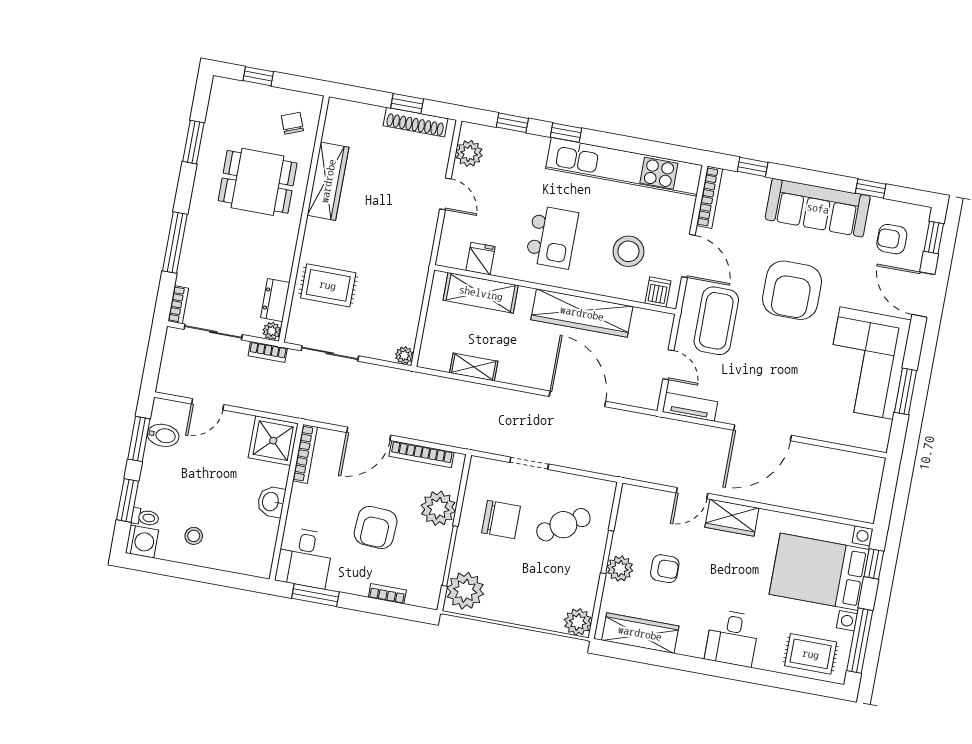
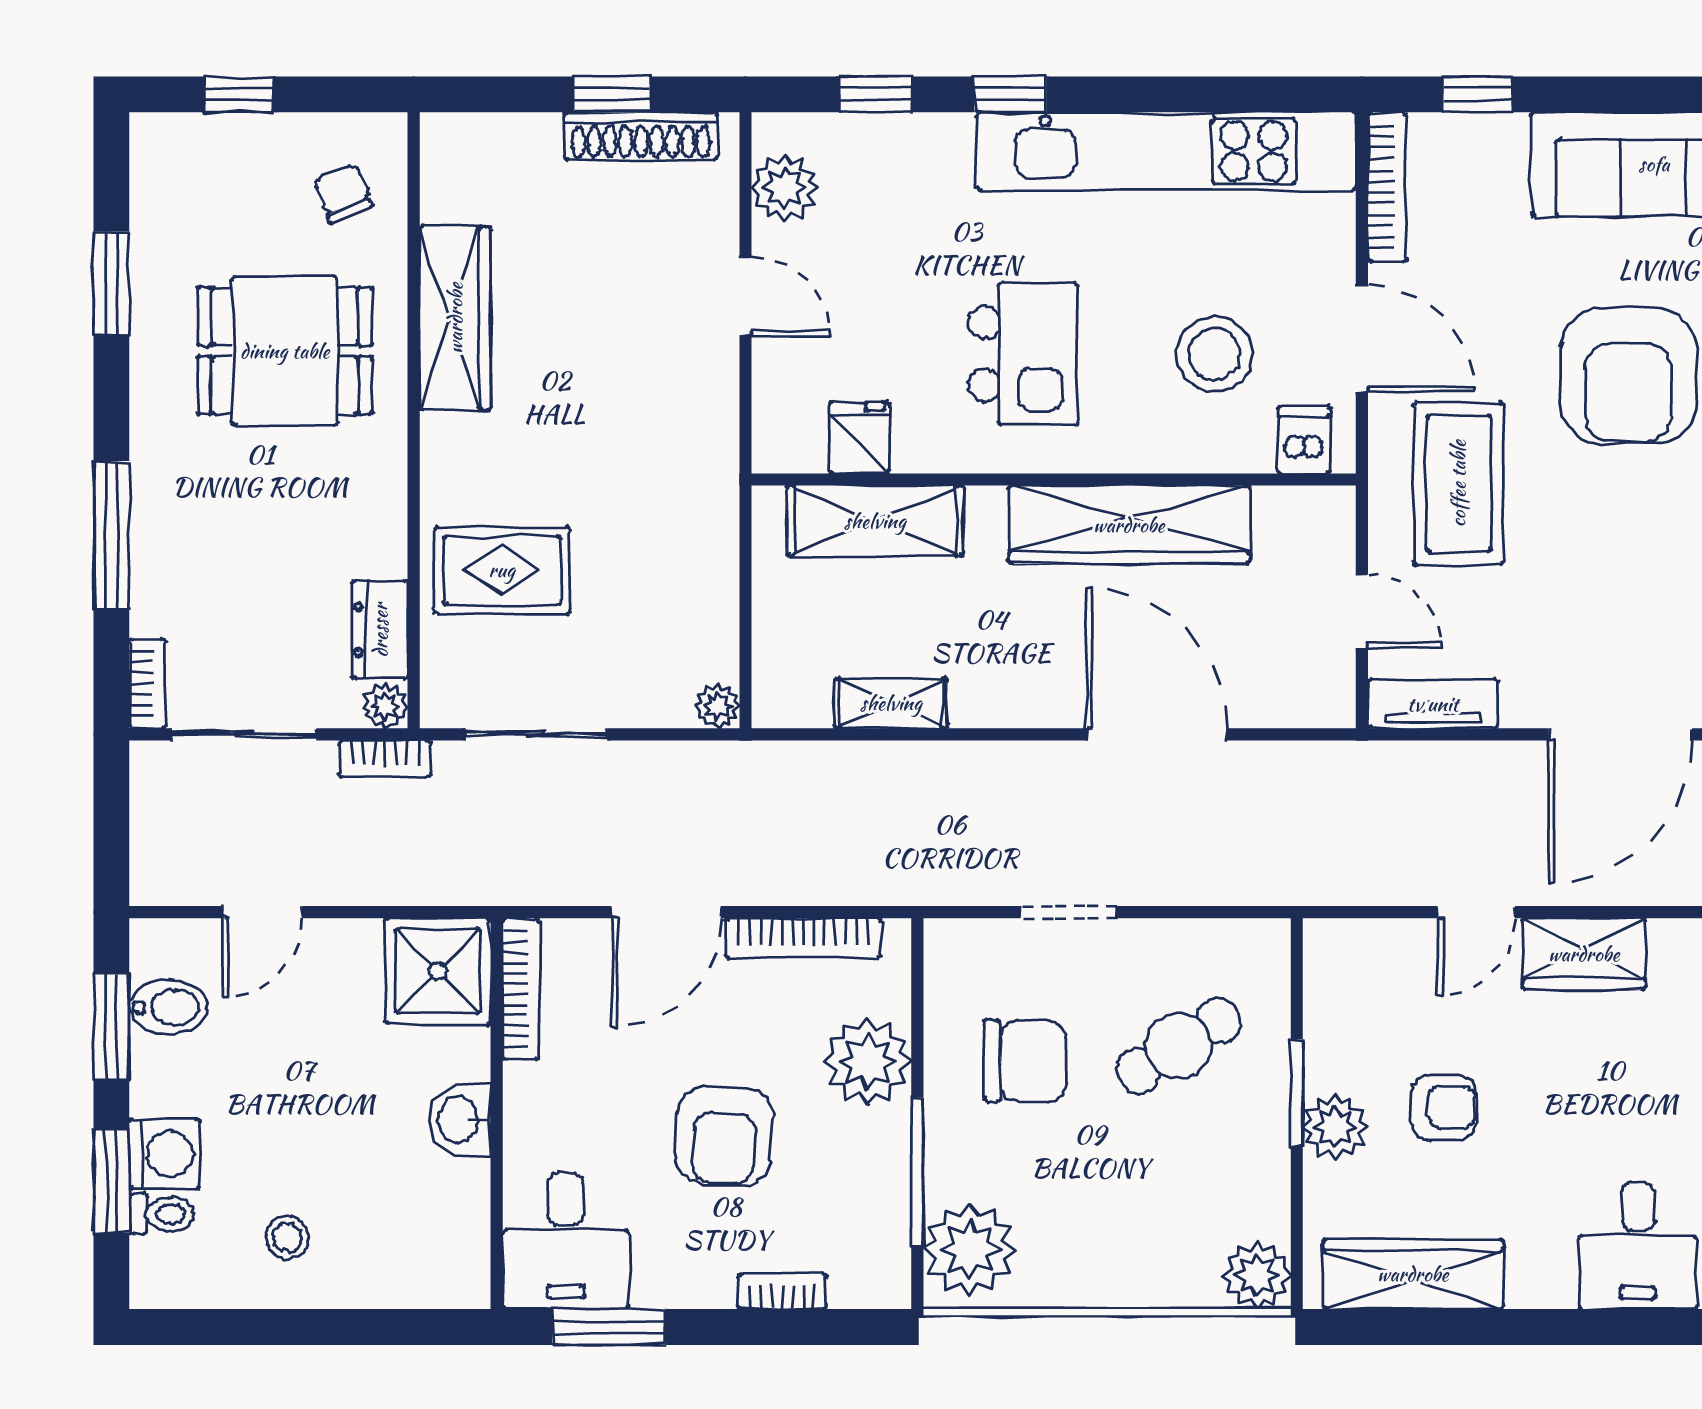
washing machine: (142, 541) -> (165, 1154), moved

